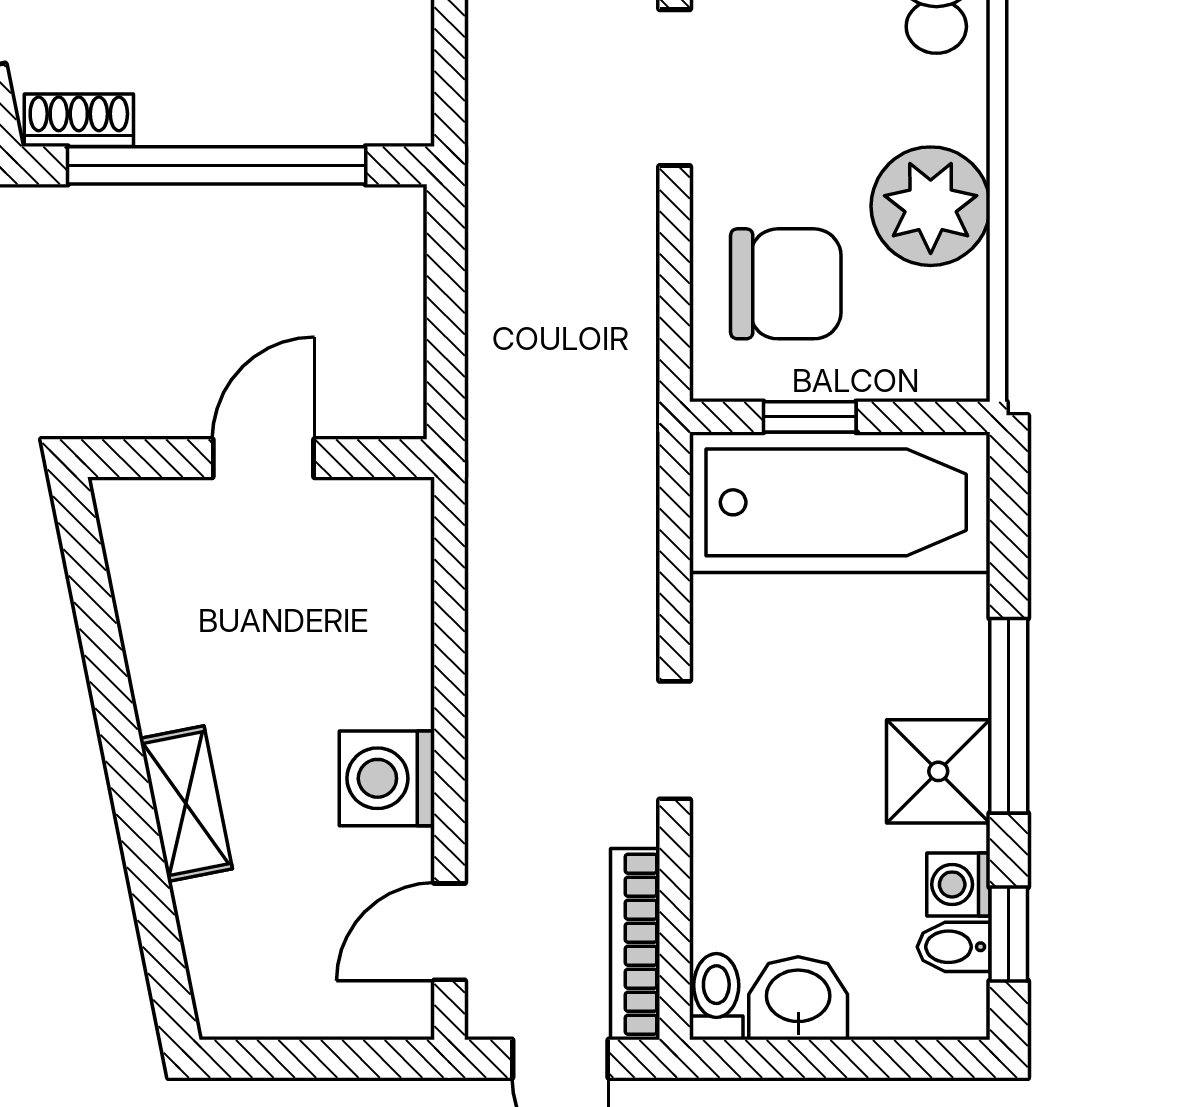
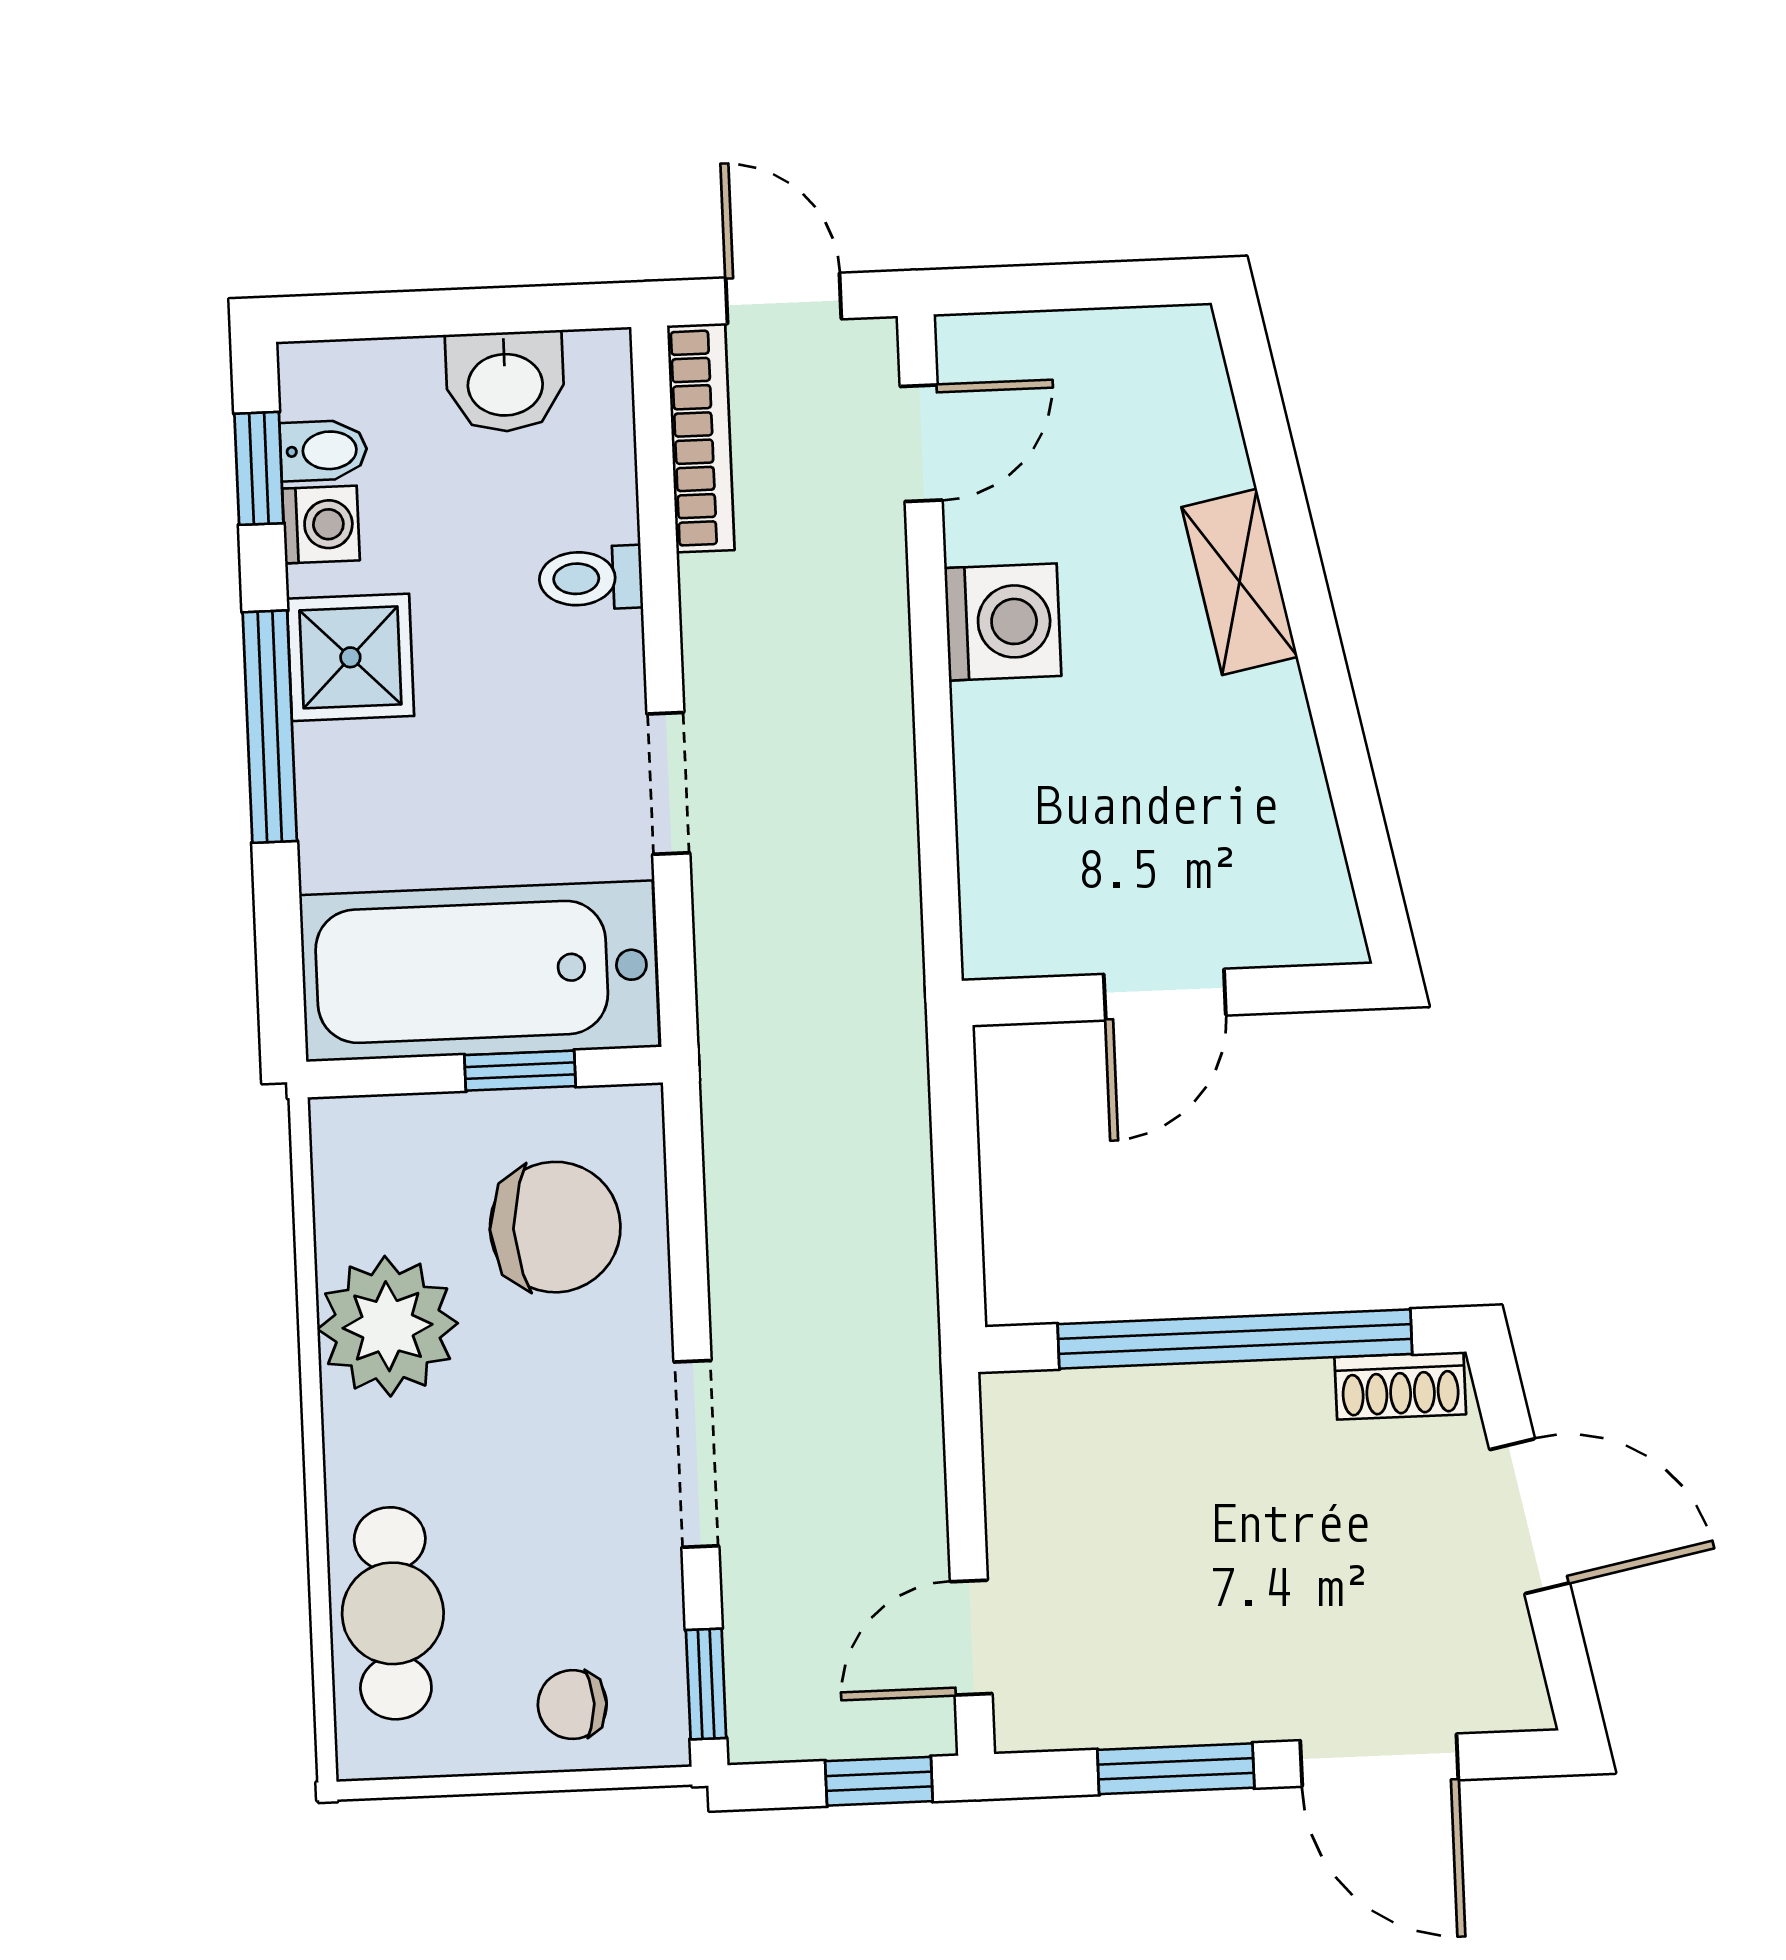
chair: (786, 284) -> (555, 1227), turned 180
doorway: (675, 740) -> (668, 783), moved
toilet: (716, 997) -> (591, 578), moved, turned 90

